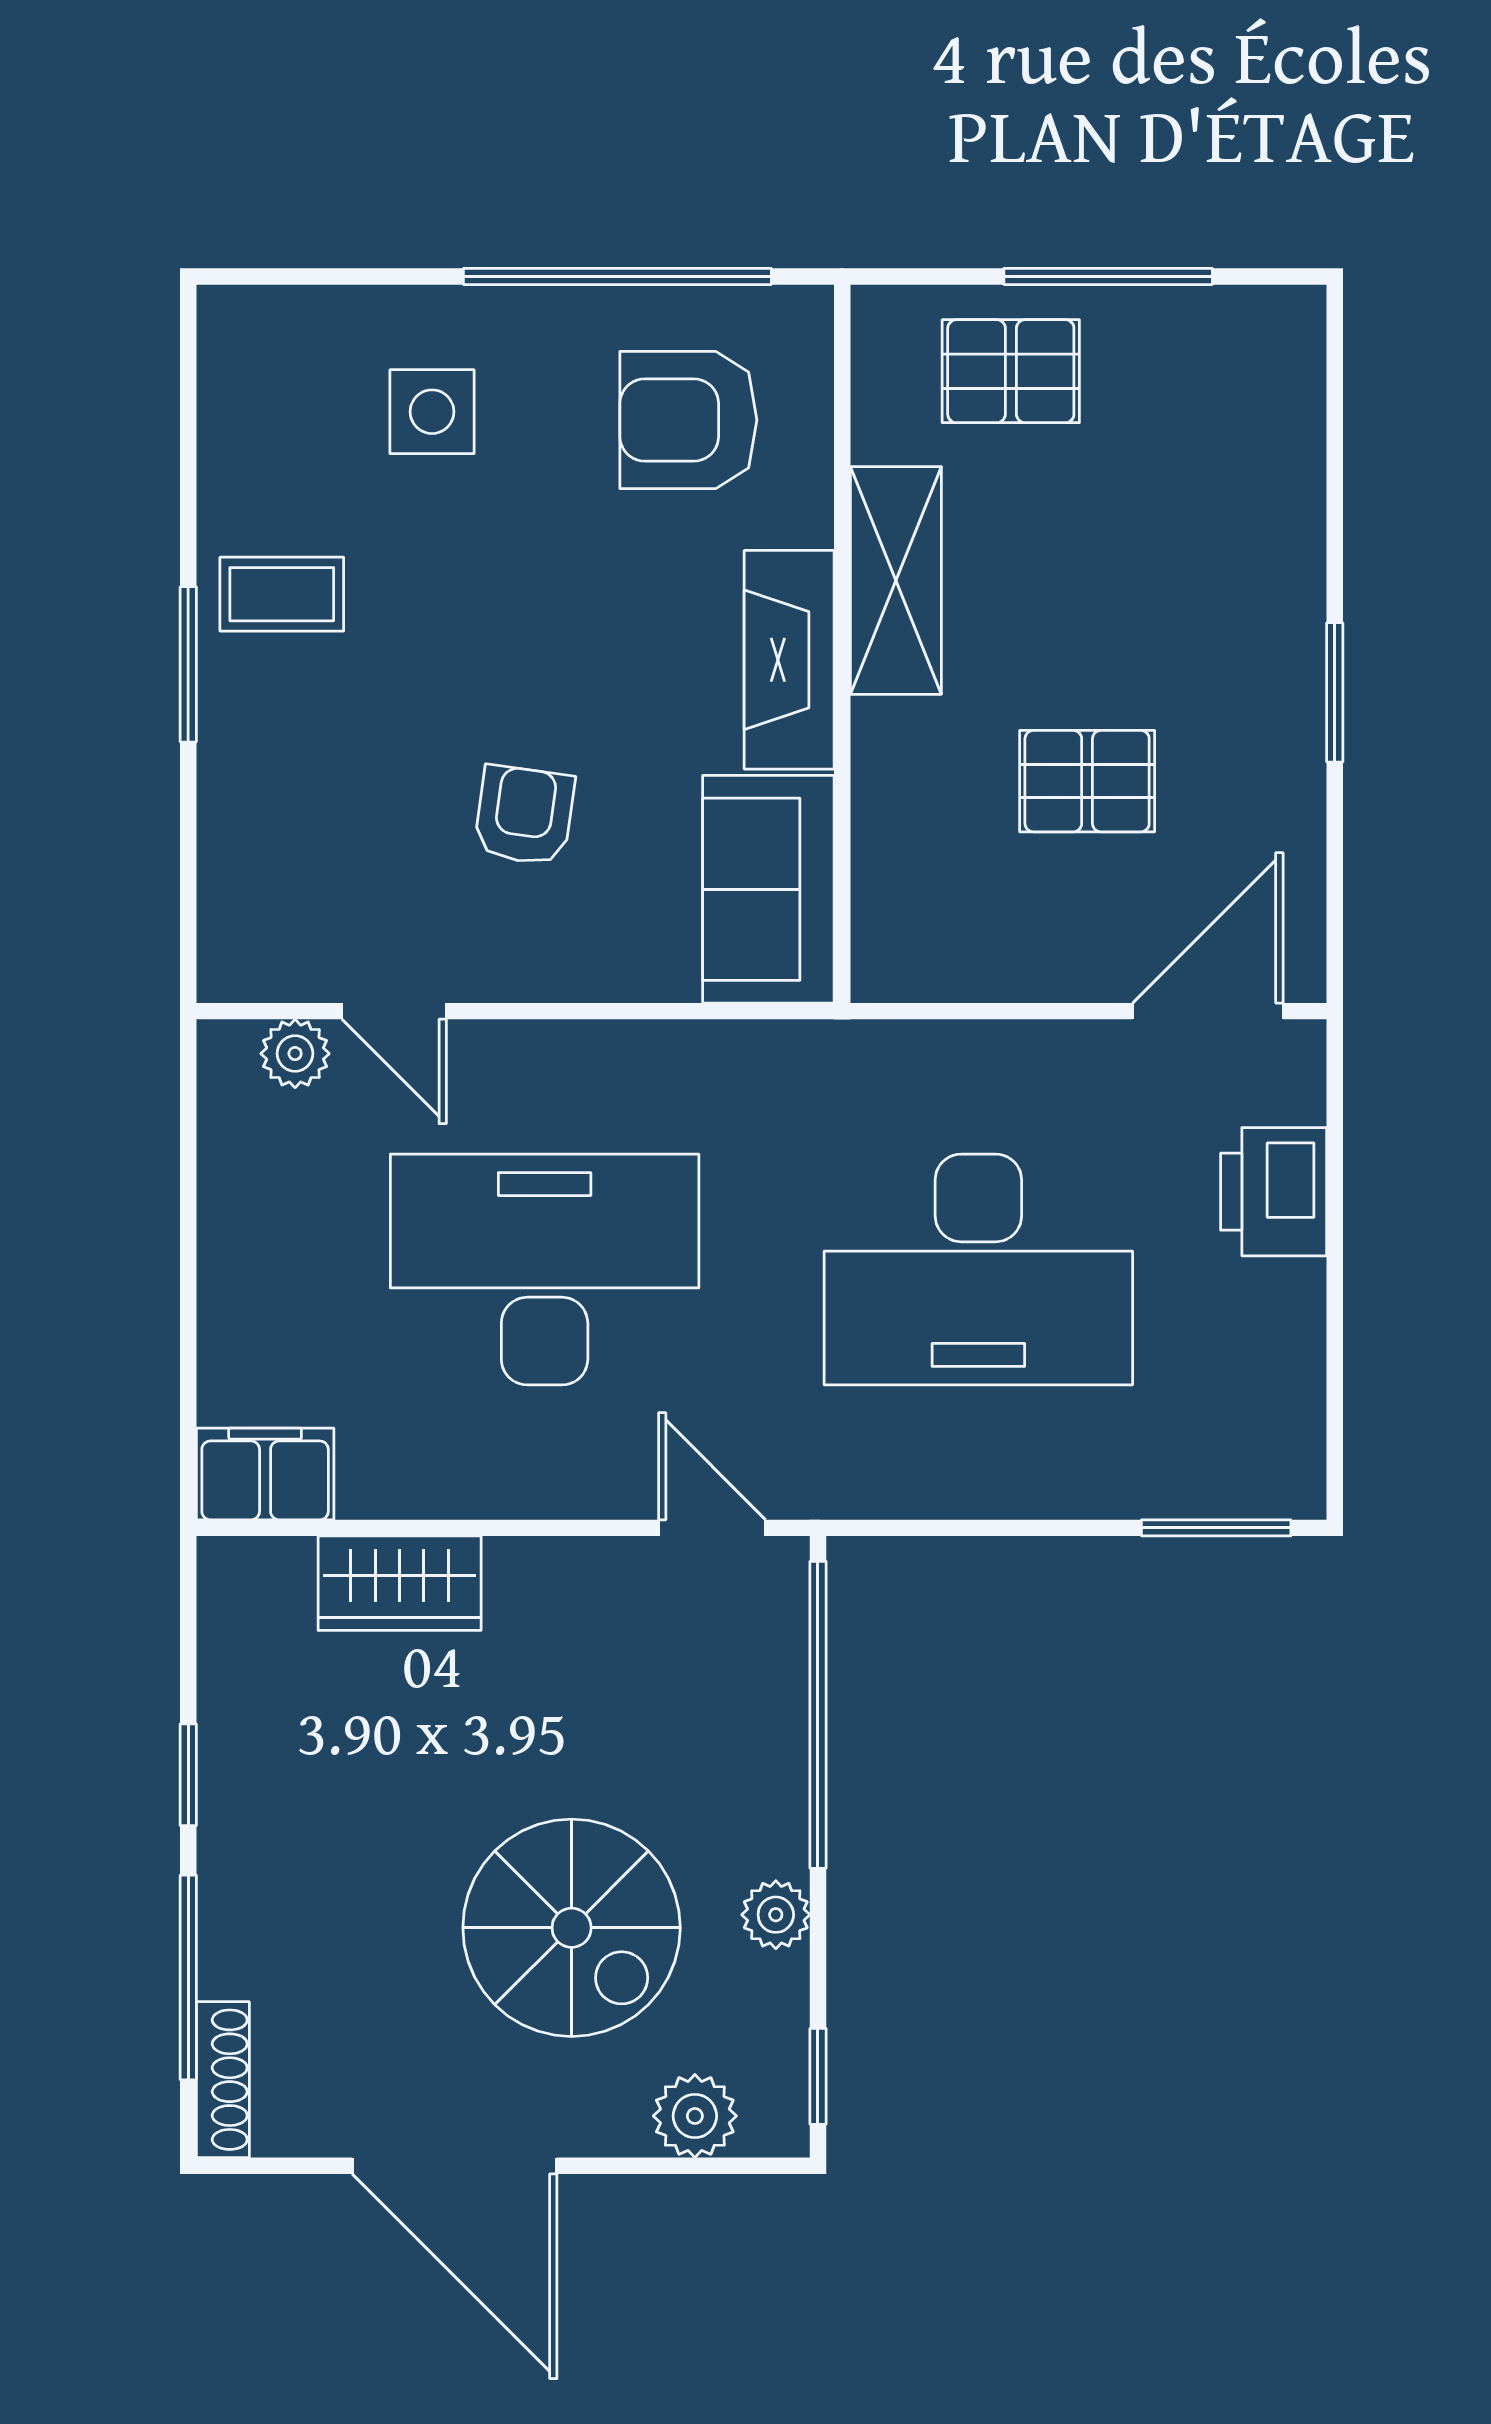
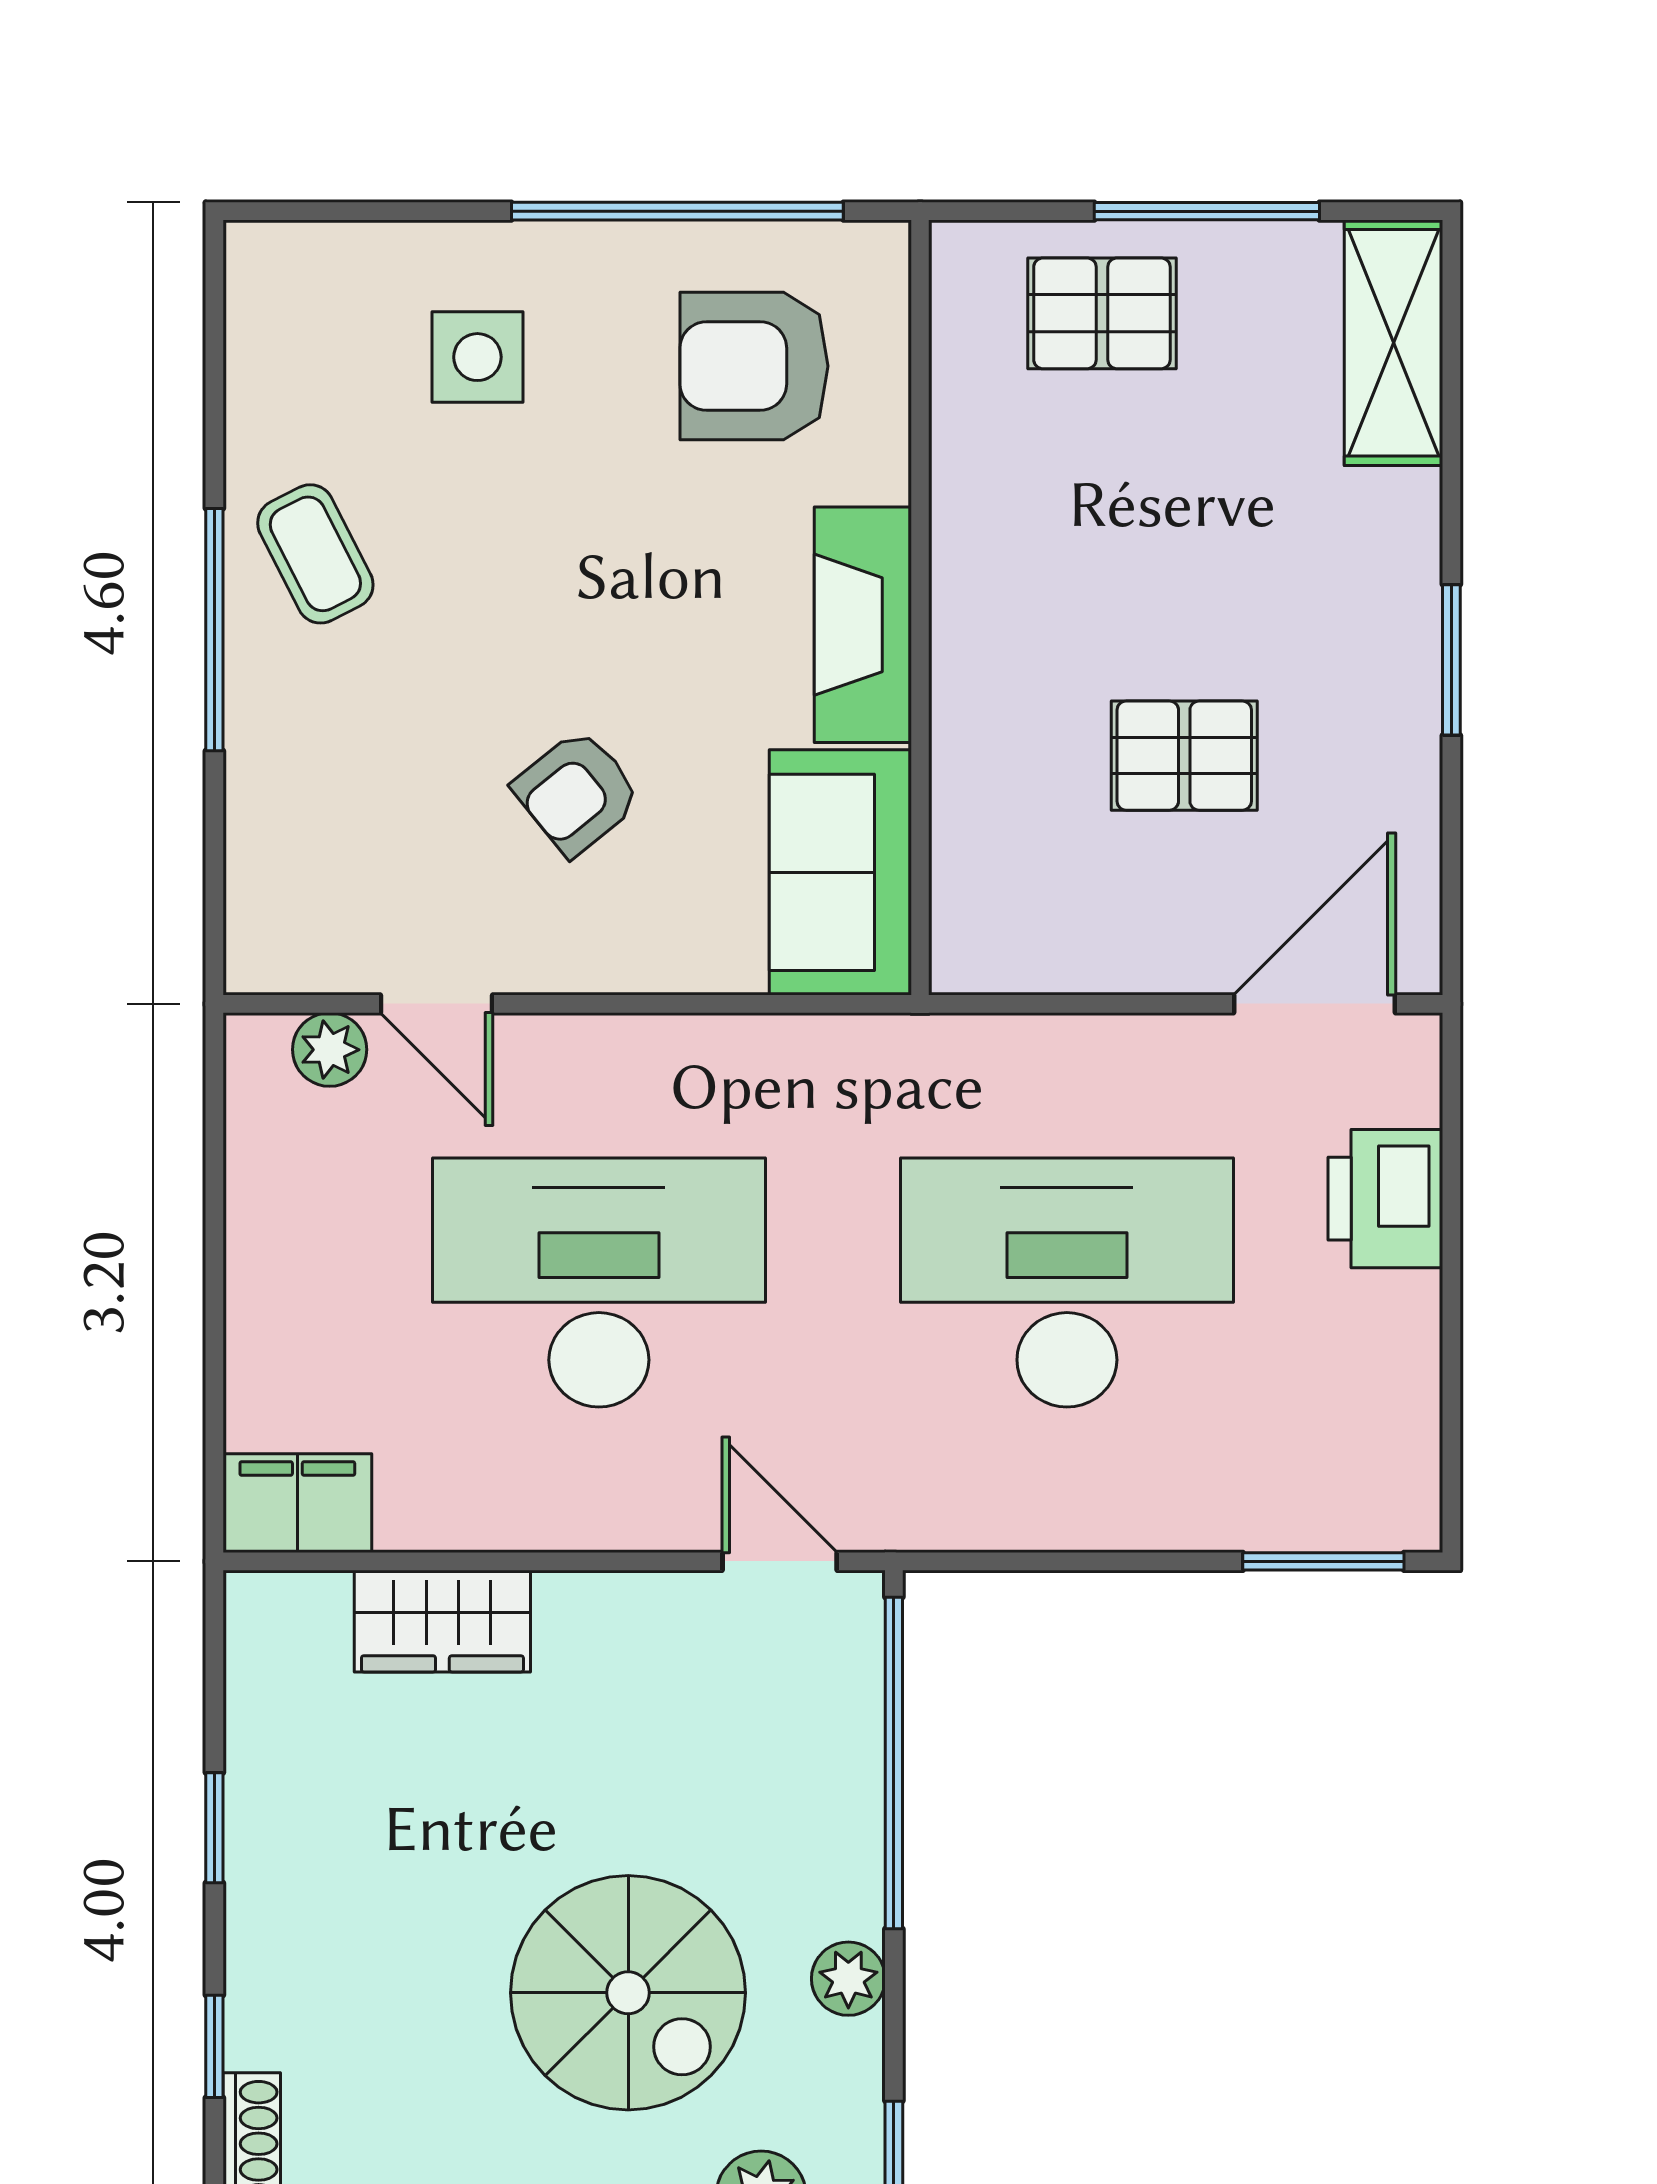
shelving: (896, 580) -> (1394, 343), moved
coffee table: (282, 594) -> (315, 554), turned 63
window: (188, 664) -> (214, 630), width x1.44
armchair: (524, 815) -> (577, 792), turned -137
desk: (978, 1270) -> (1067, 1283), turned 180
window: (188, 1977) -> (214, 2046), width x0.46

